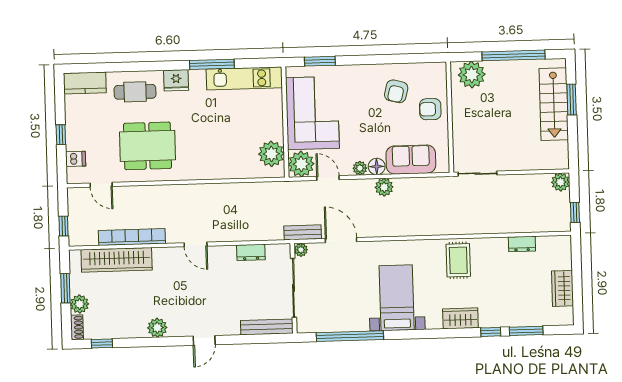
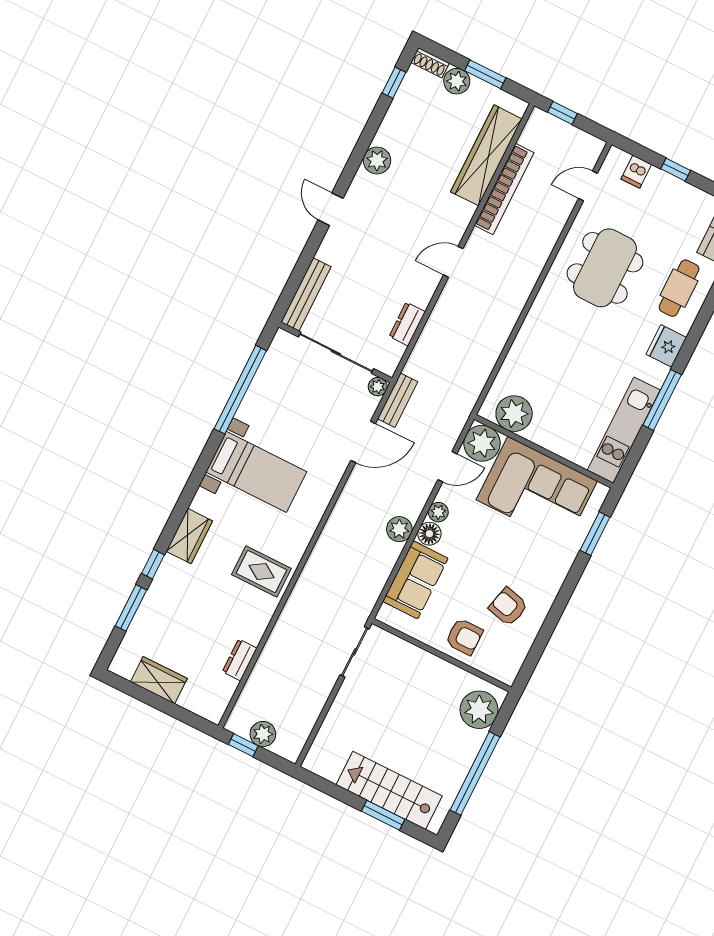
armchair: (430, 109) -> (464, 637), turned 90
plant: (560, 182) -> (263, 734), moved

